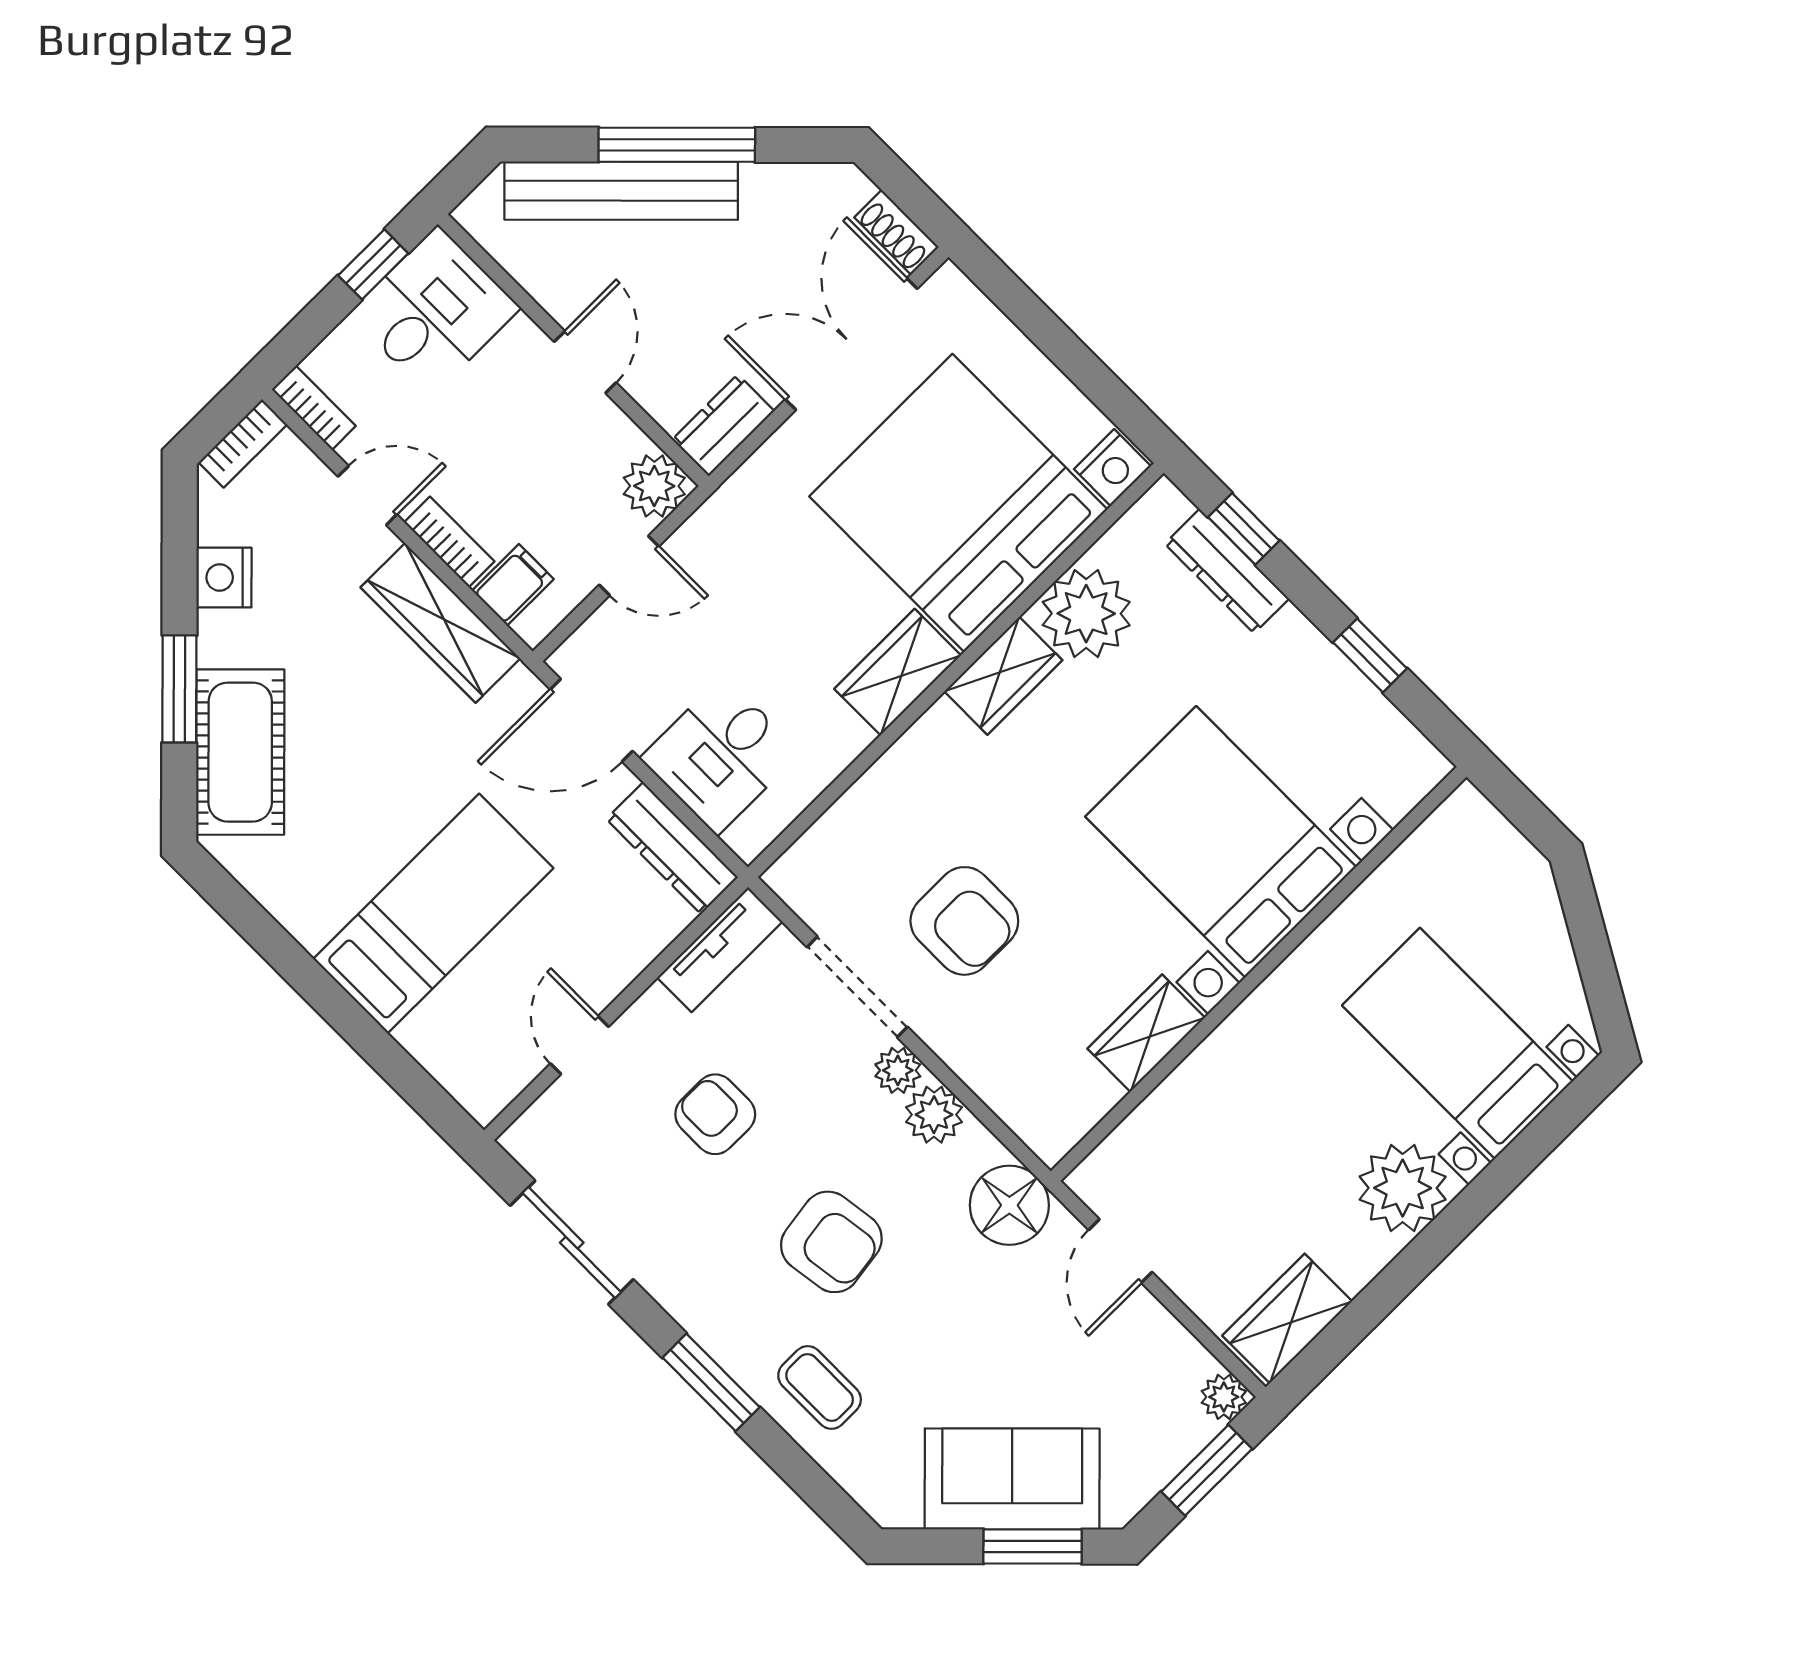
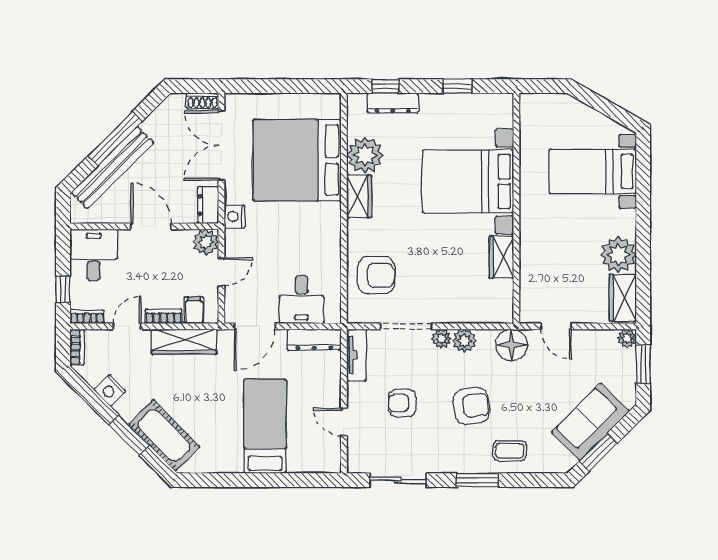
window: (373, 264) -> (63, 289), moved
door: (585, 362) -> (151, 226), width x1.37
nightstand: (1112, 468) -> (235, 217), moved, turned 180
wardrobe: (898, 672) -> (328, 225), removed
armchair: (964, 921) -> (376, 275), moved
plant: (1403, 1188) -> (618, 255), moved
window: (1033, 1546) -> (598, 452), moved

